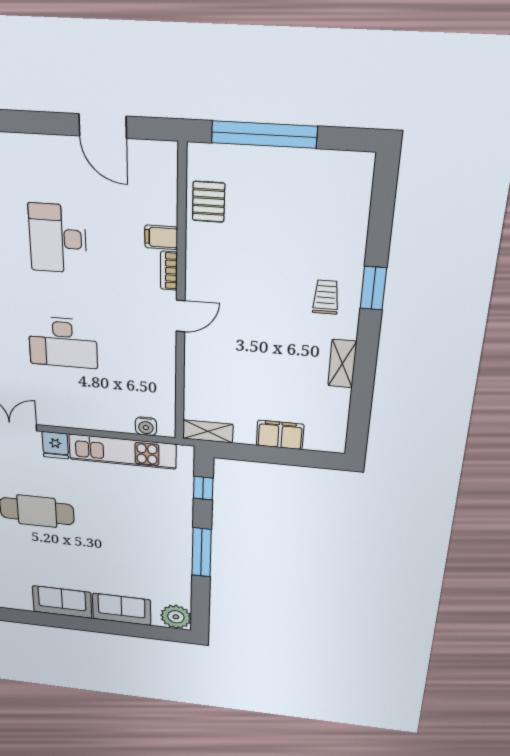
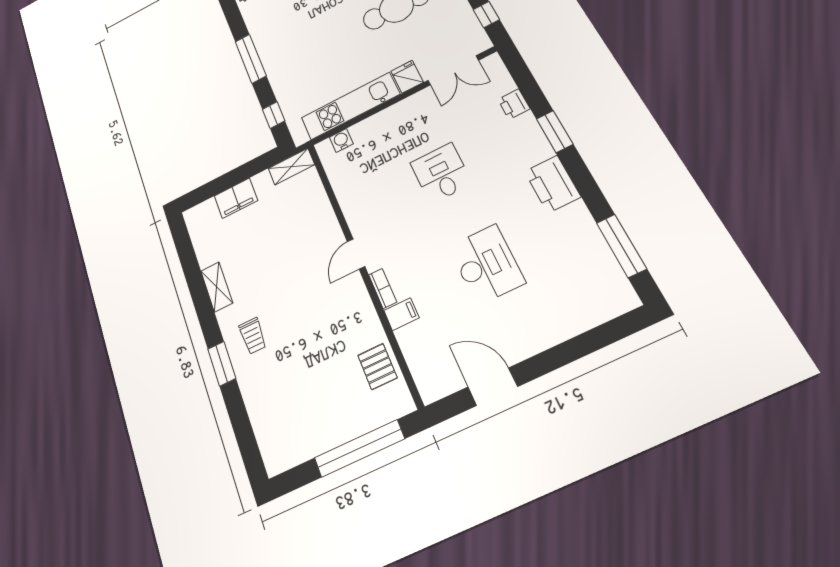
desk: (63, 342) -> (441, 173), width x0.73

